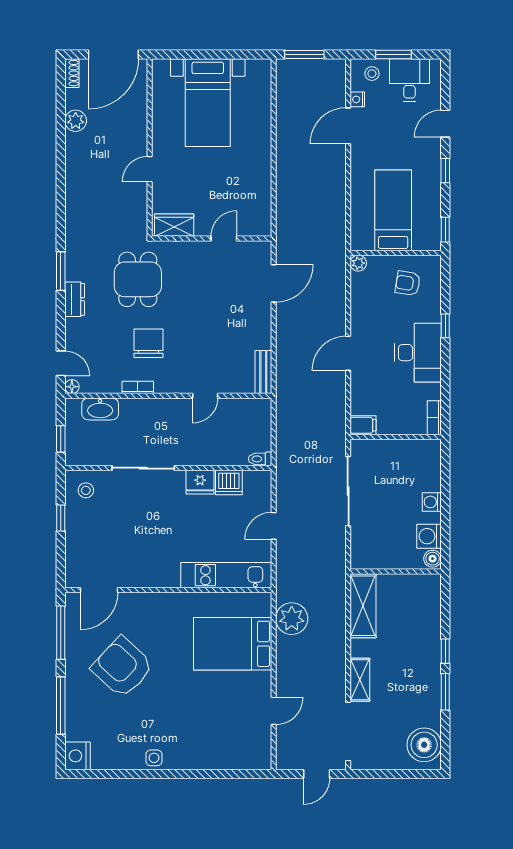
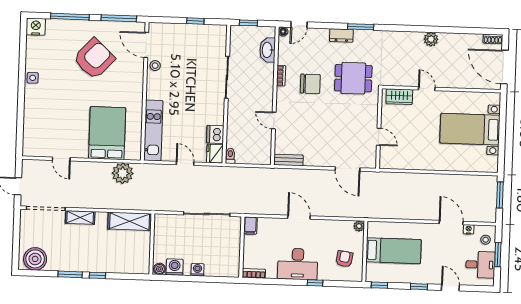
plant: (76, 121) -> (431, 39), moved
wardrobe: (174, 225) -> (399, 97), moved, turned 90
fridge: (200, 482) -> (215, 154), moved
stool: (86, 490) -> (155, 66), moved

